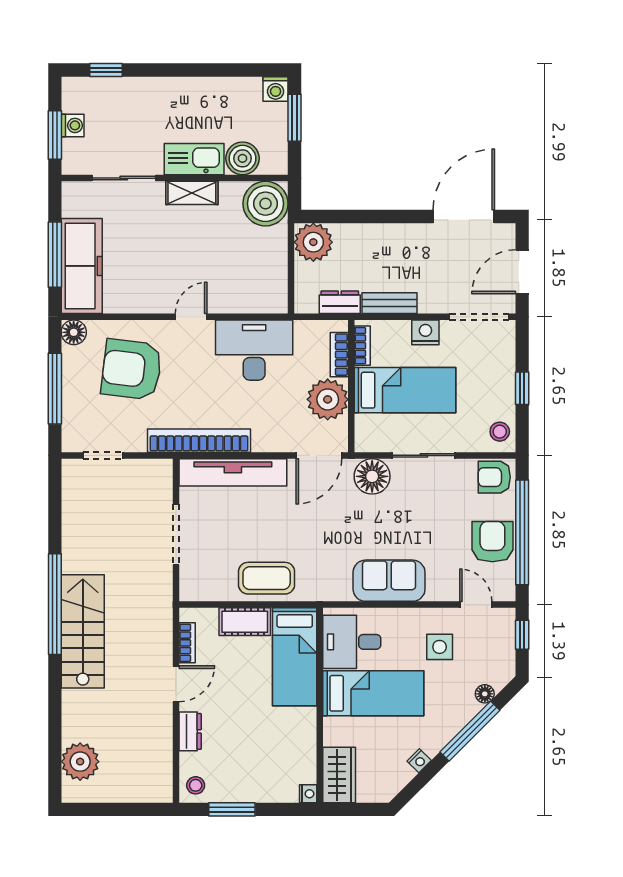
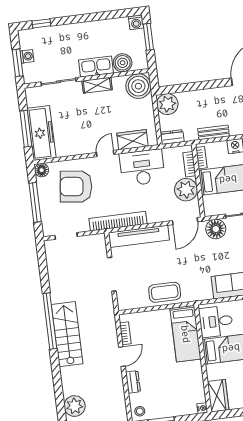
wardrobe: (243, 298) -> (133, 140), added
dresser: (340, 302) -> (172, 137), moved
cot: (245, 622) -> (156, 318), removed

